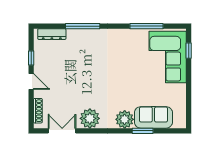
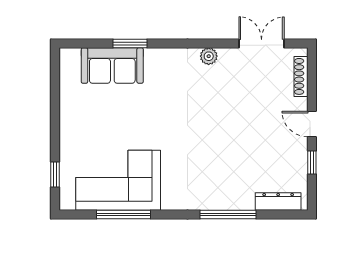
corner sofa: (168, 57) -> (118, 180), moved, turned -90
plant: (90, 118) -> (209, 56), width x0.53, depth x0.53
plant: (125, 119) -> (159, 62), removed
double door: (62, 131) -> (262, 44), swing flipped

